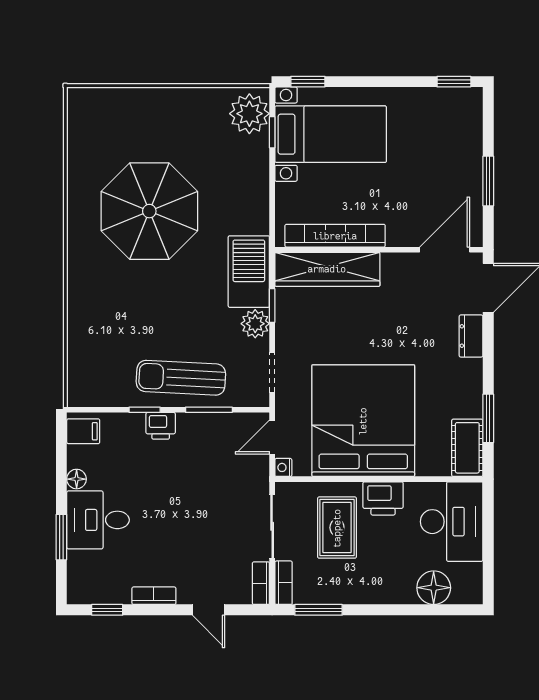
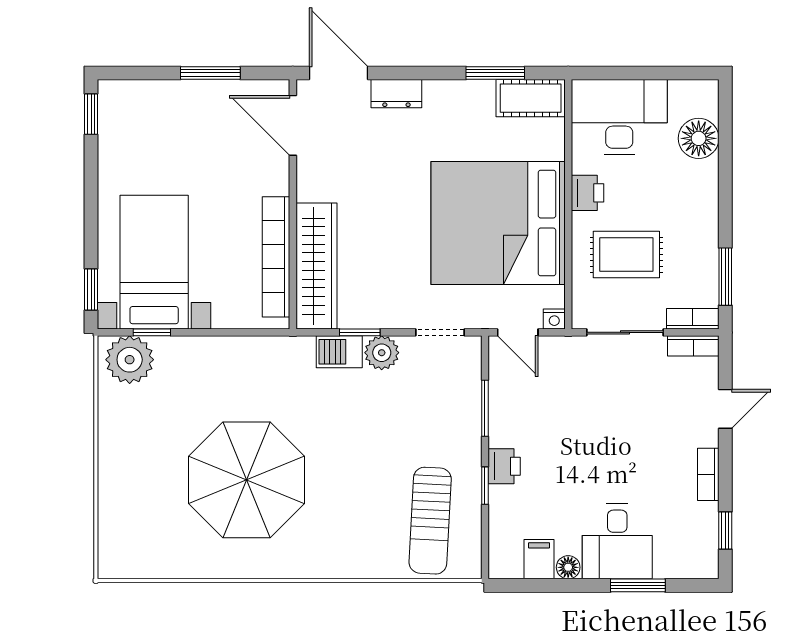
barbecue: (249, 272) -> (339, 352), width x0.53, depth x0.65
sun lounger: (181, 378) -> (430, 521), moved
filing cabinet: (83, 431) -> (539, 559), moved
printer: (383, 498) -> (588, 193), width x0.73, depth x0.81

